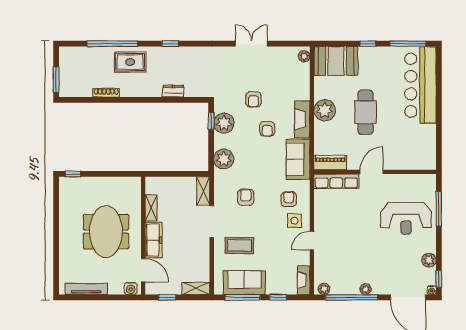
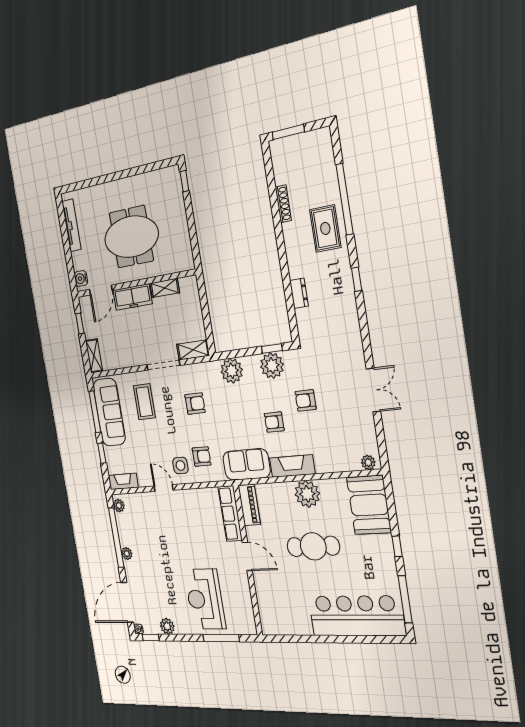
sofa: (244, 283) -> (109, 412), width x1.36

